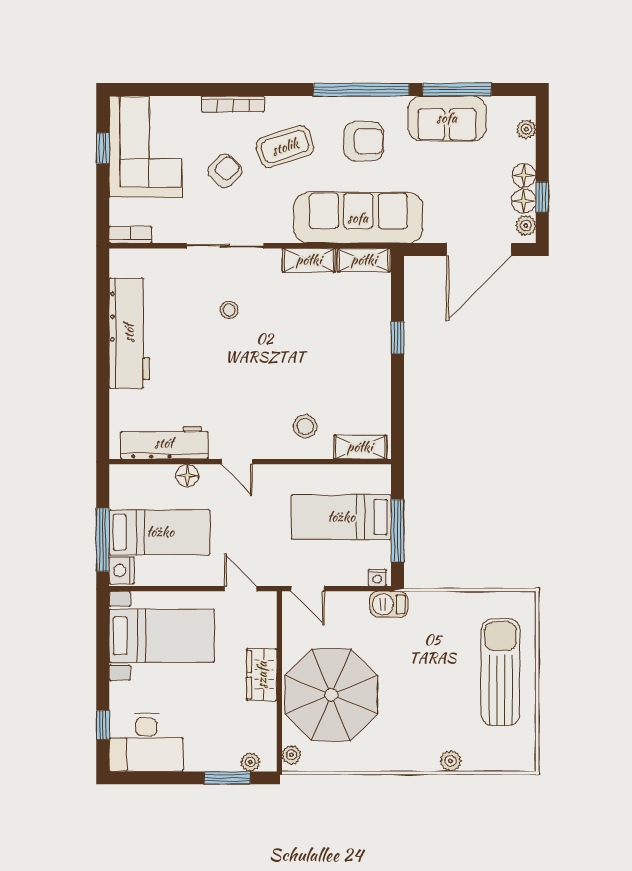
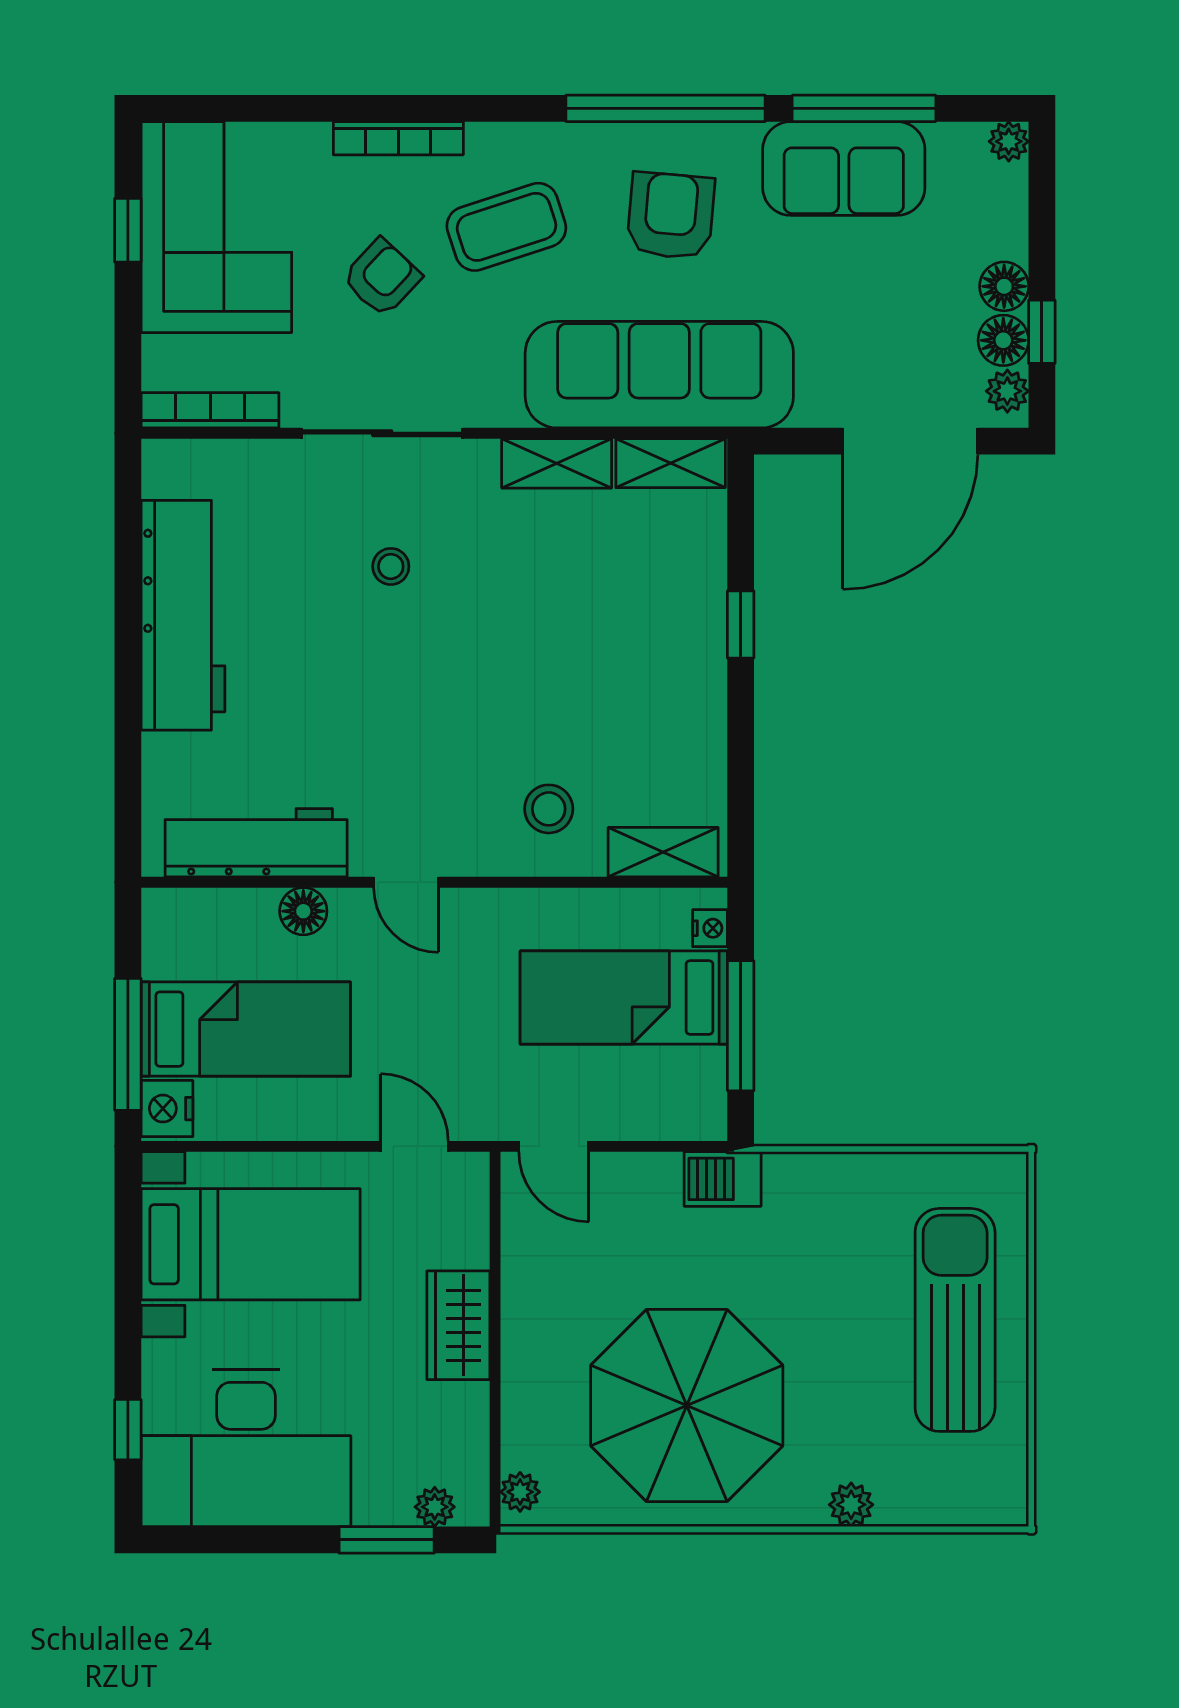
plant: (526, 129) -> (1009, 141), moved
armchair: (364, 141) -> (671, 216), turned -85
bookcase: (130, 235) -> (210, 410), width x1.56
nightstand: (377, 578) -> (710, 928), moved, turned -90
parasol: (331, 695) -> (687, 1406), moved
desk: (146, 742) -> (246, 1448), width x1.36, depth x1.30

